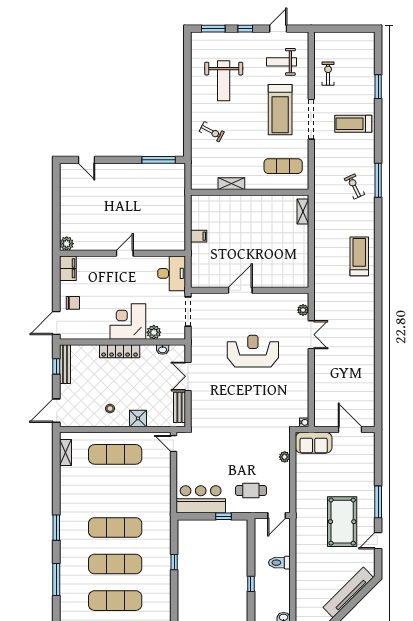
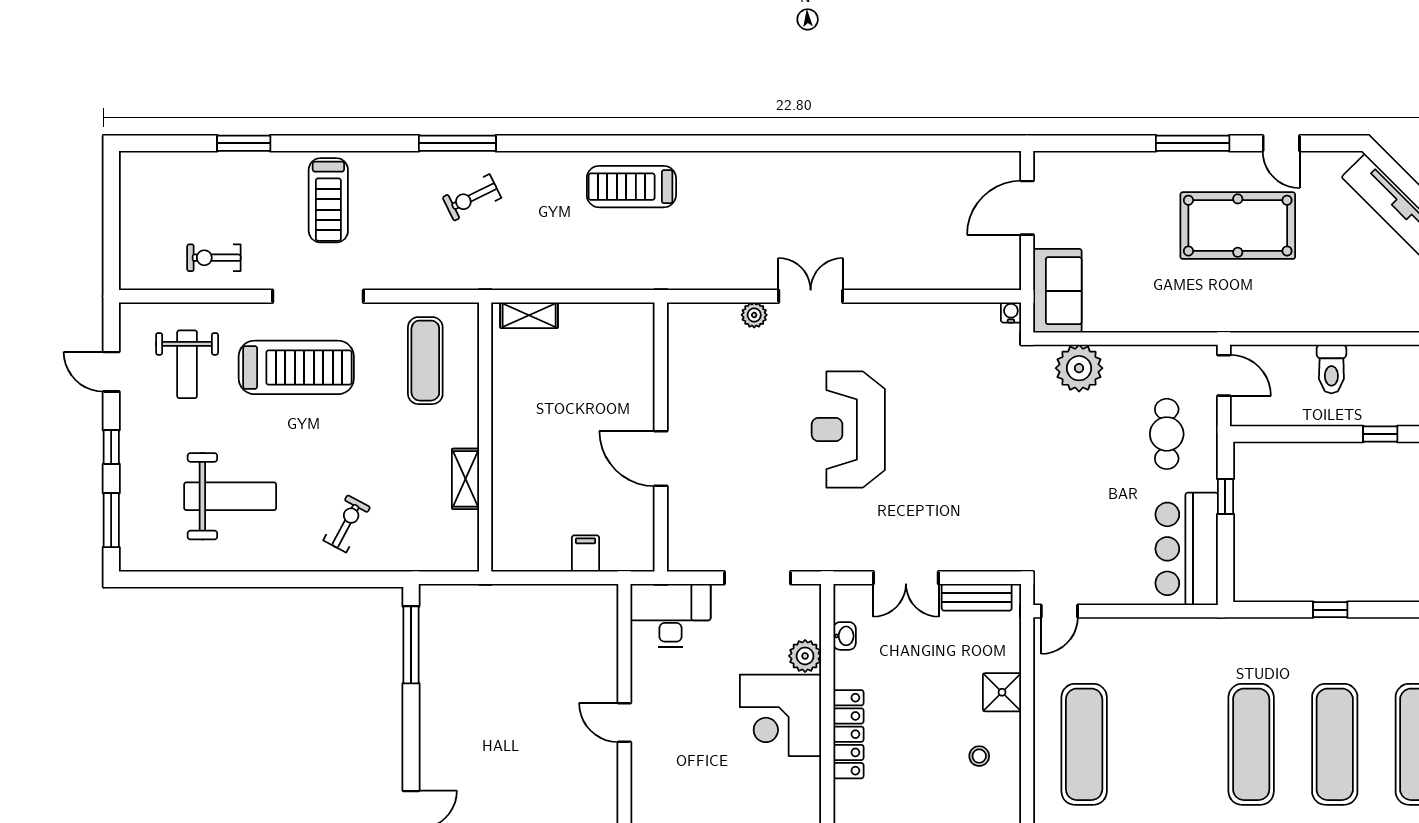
door: (240, 290) -> (661, 459), moved
wall: (250, 290) -> (661, 437), moved
plant: (285, 457) -> (1079, 368), width x1.87, depth x1.87

